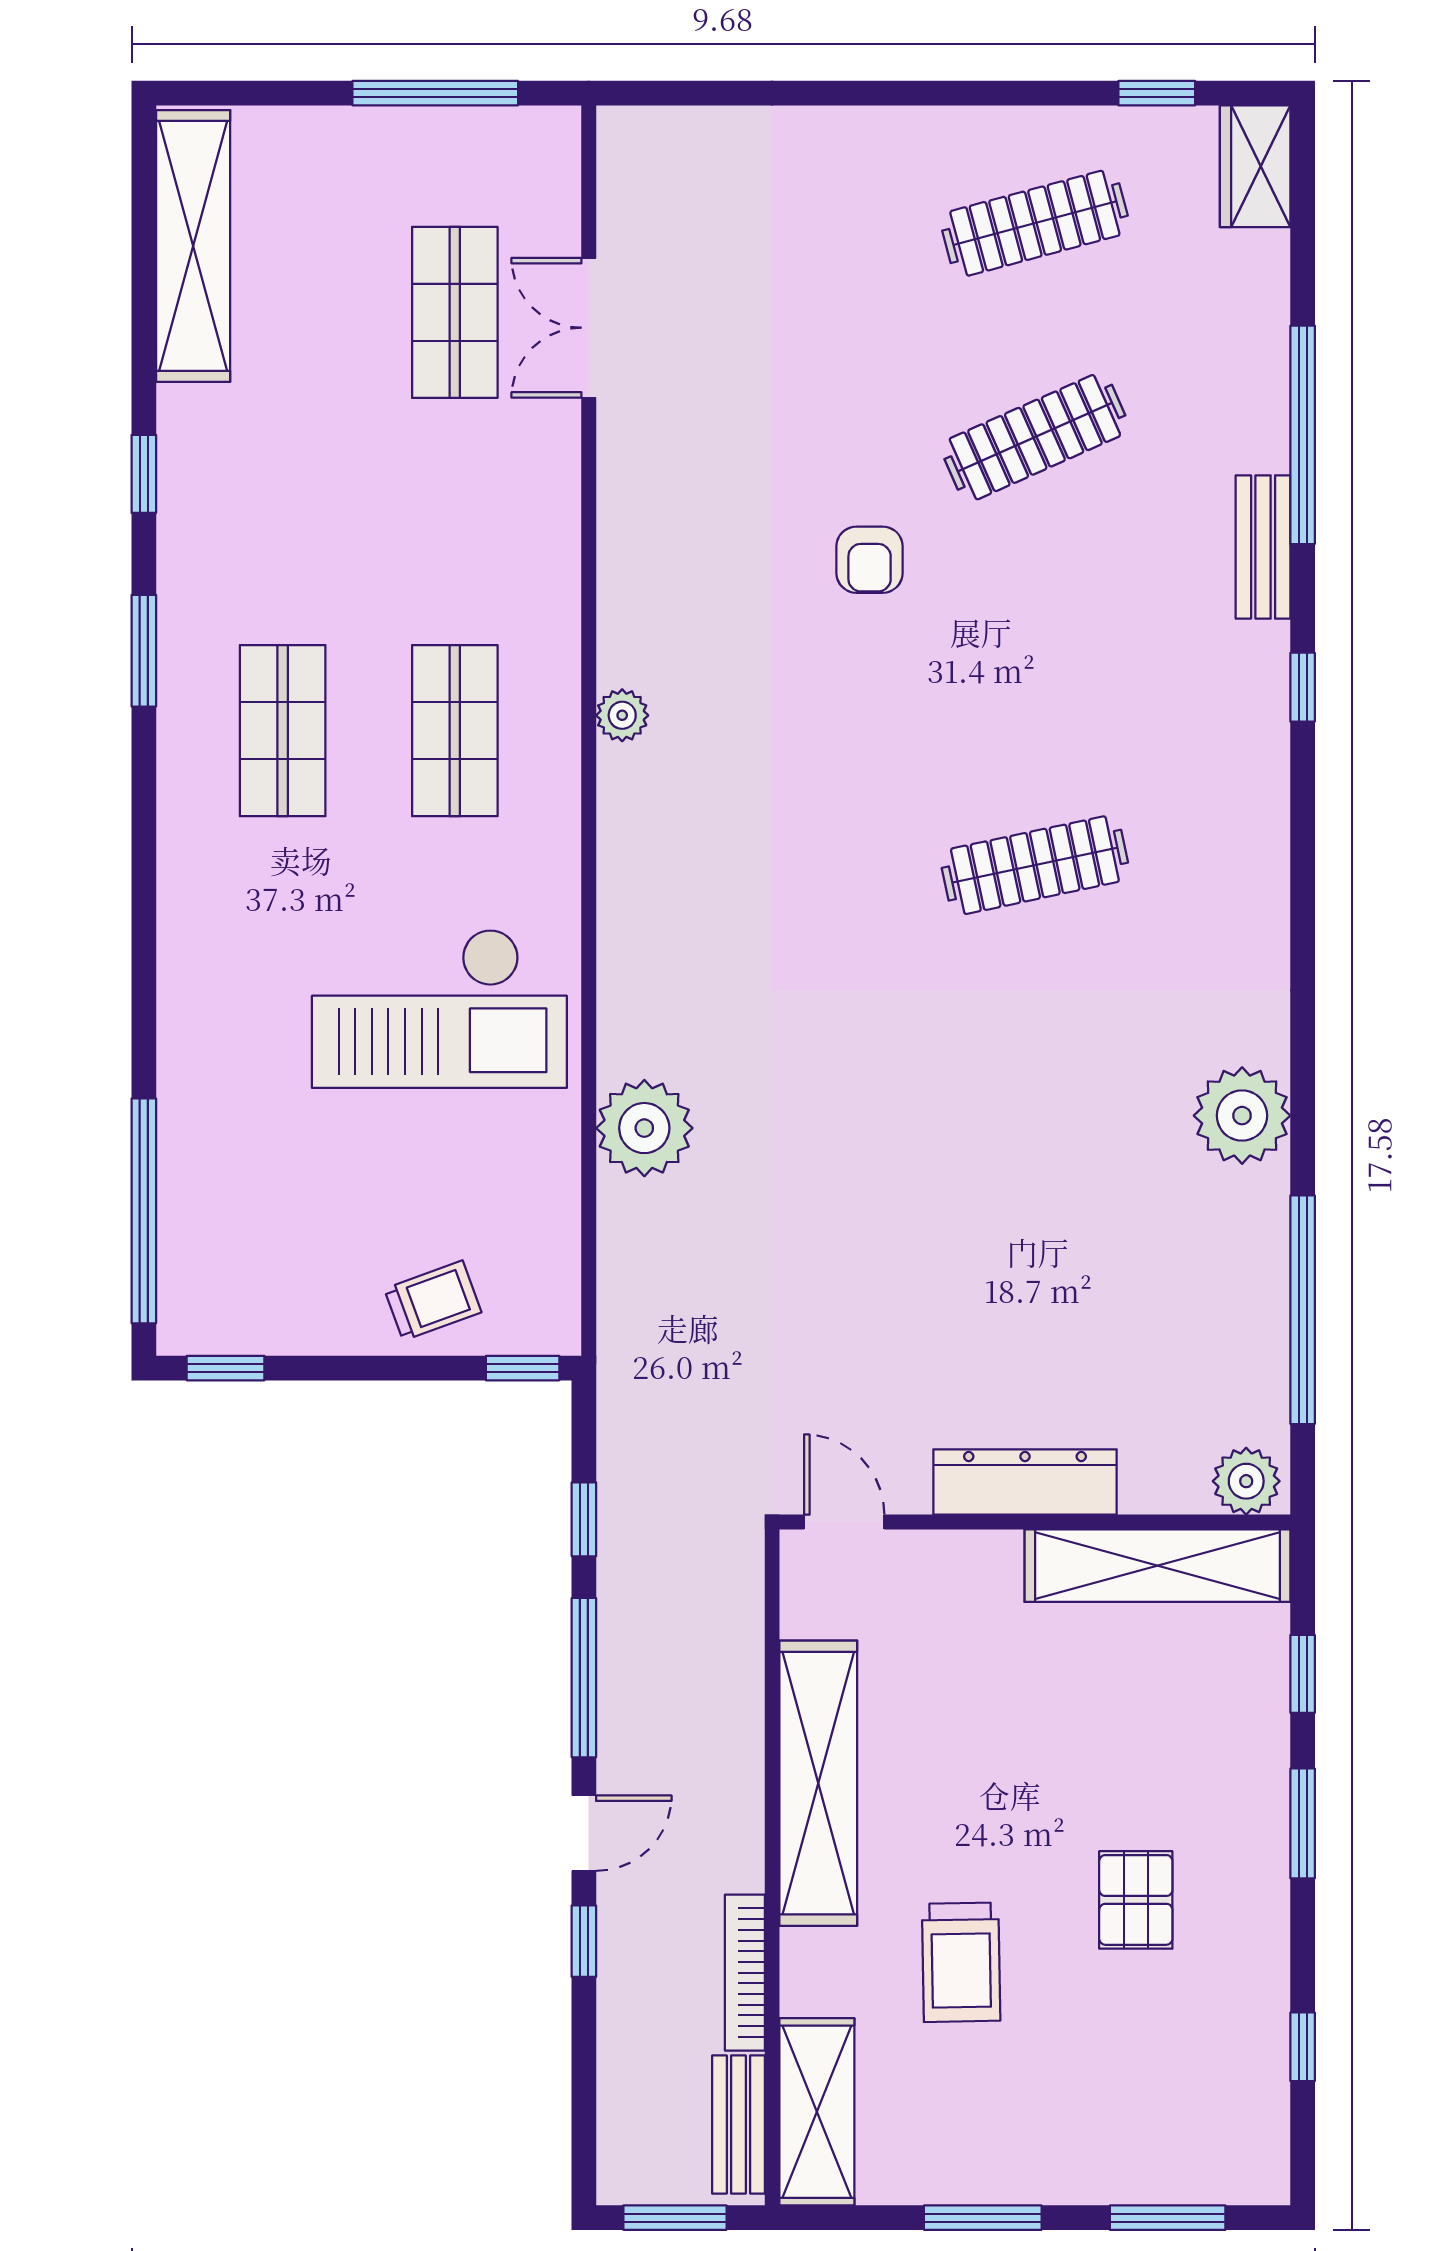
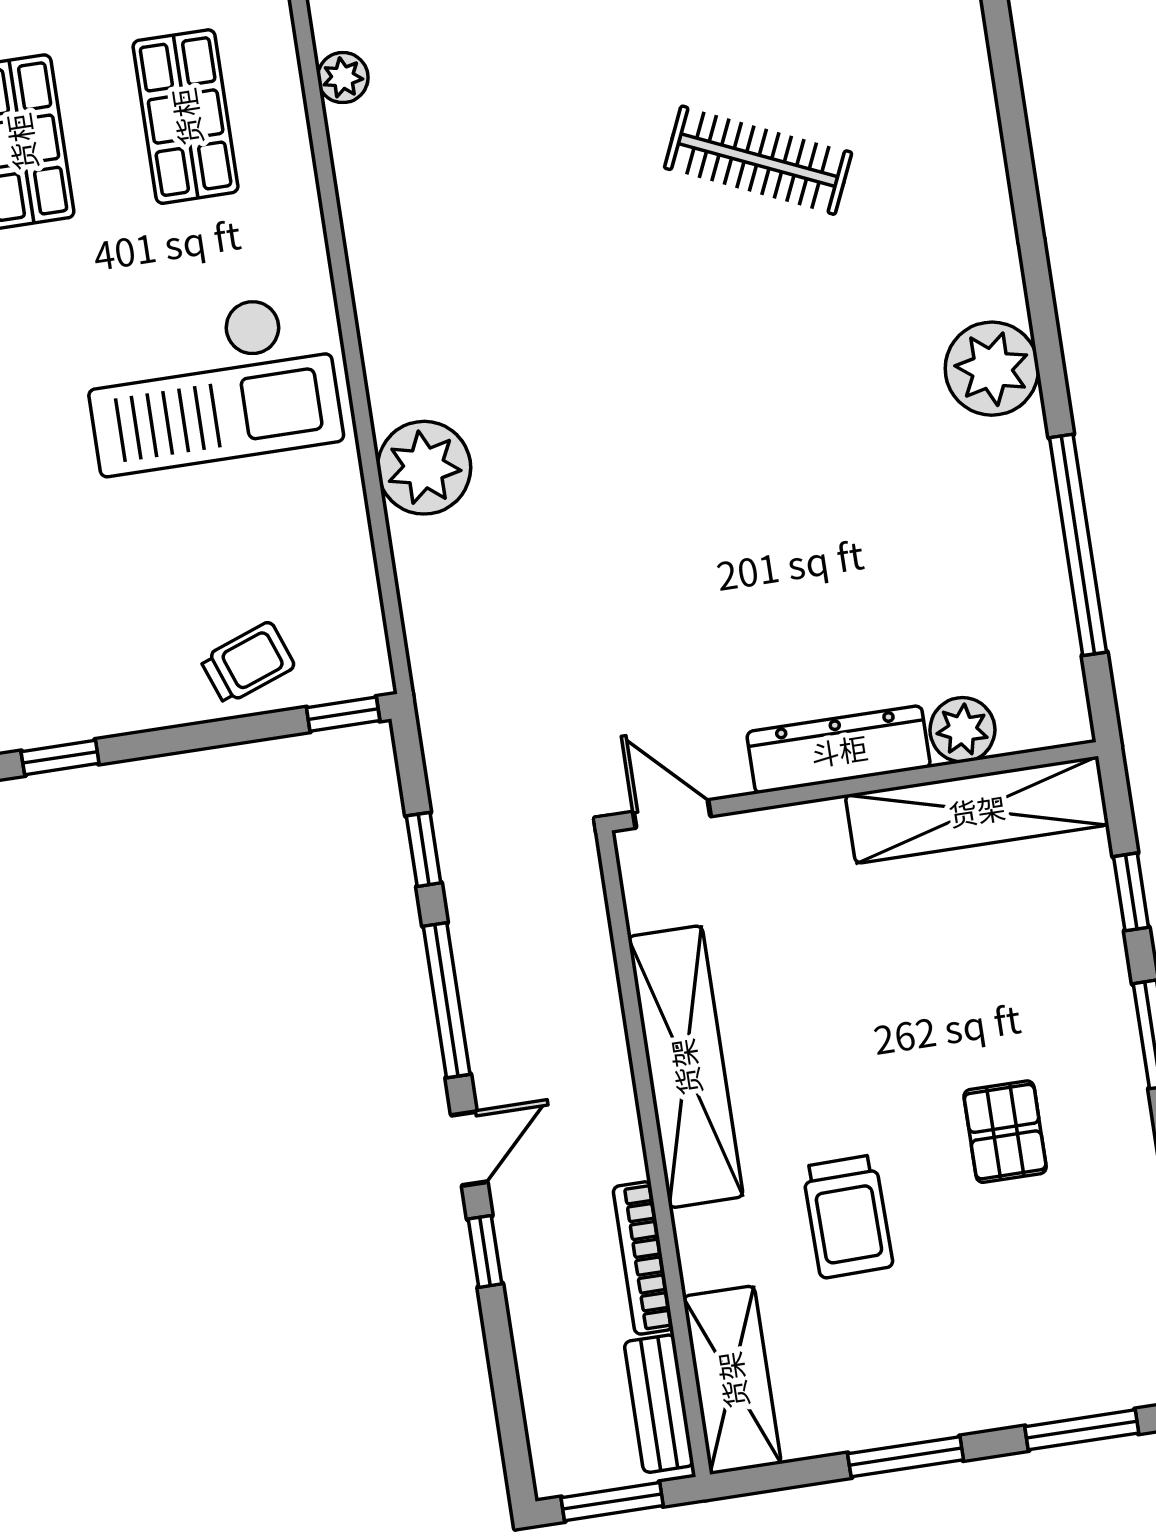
clothes rail: (1035, 865) -> (758, 160), turned 36
plant: (1246, 1481) -> (962, 730), moved

